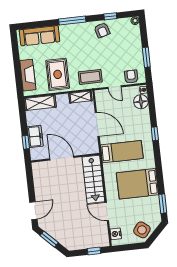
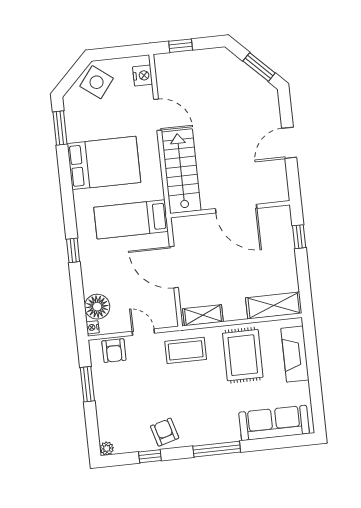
freezer: (35, 136) -> (283, 247), removed
door: (33, 211) -> (289, 143), moved

